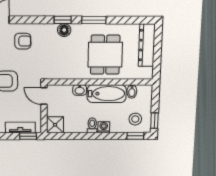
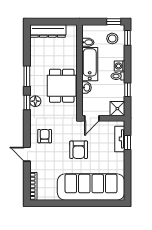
dining table: (105, 55) -> (62, 86), moved, turned 90
window: (28, 136) -> (128, 143), moved
window: (76, 136) -> (128, 90), added

